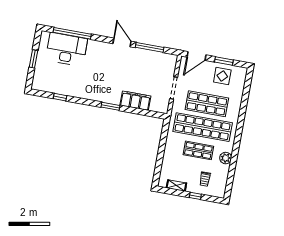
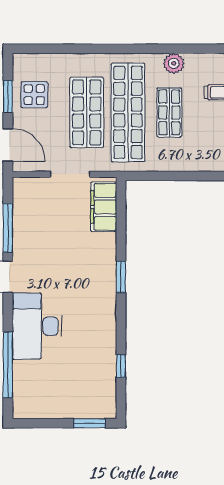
desk: (67, 49) -> (37, 326), moved
window: (34, 59) -> (89, 423), moved
filing cabinet: (135, 101) -> (104, 207), moved

